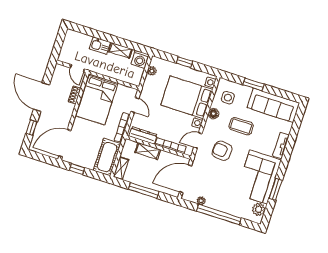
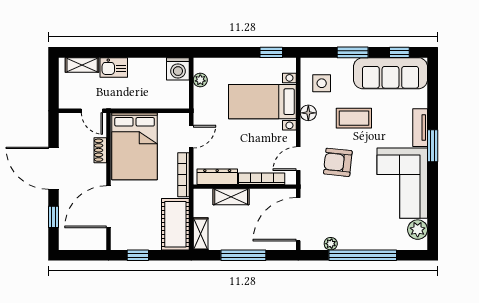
shelving: (120, 50) -> (82, 65), moved
window: (185, 62) -> (271, 52), moved
window: (283, 94) -> (399, 52), added
bed with nightstands: (187, 97) -> (262, 102), width x0.73
door: (135, 105) -> (191, 137), hinge flipped
door: (65, 143) -> (108, 207), moved
window: (276, 189) -> (433, 146), moved

